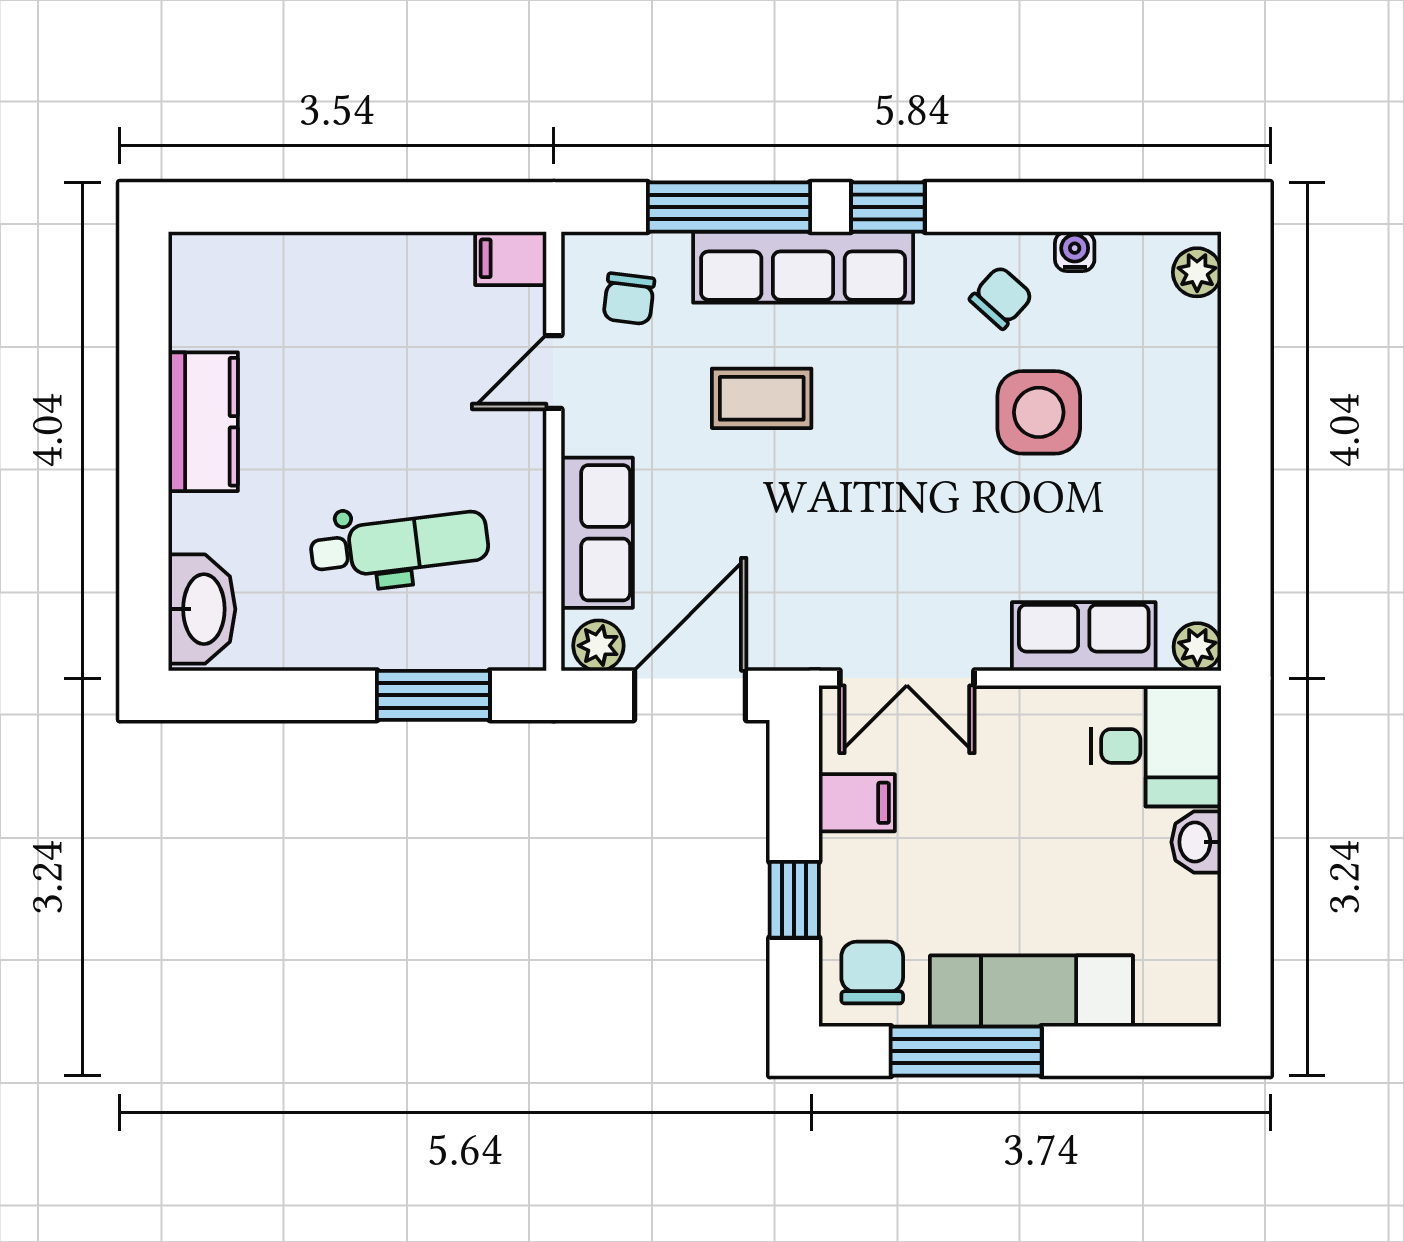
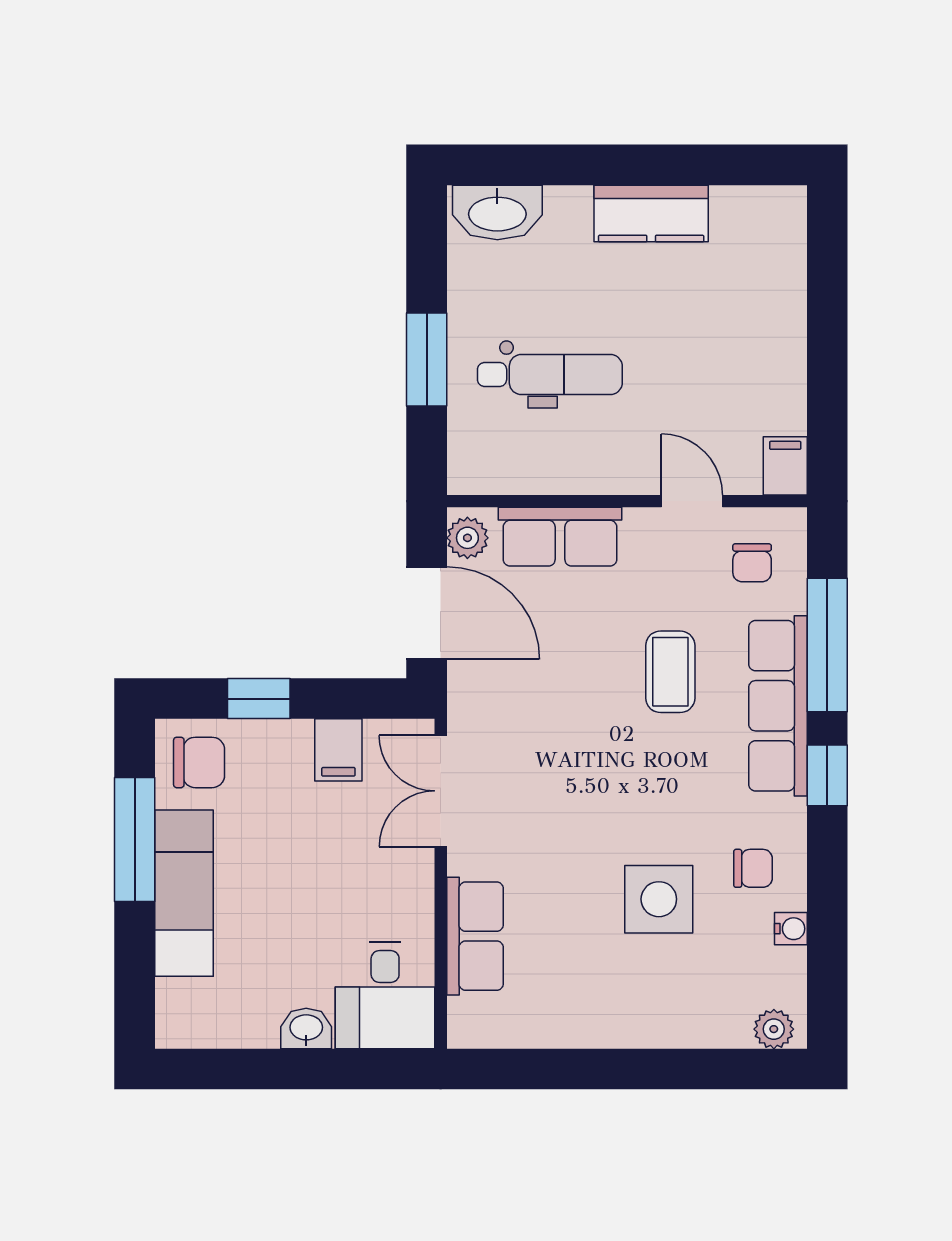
chair: (1001, 298) -> (753, 868), turned -42
chair: (629, 299) -> (752, 563), turned -97
dental chair: (399, 545) -> (550, 374), turned -83
plant: (1197, 647) -> (466, 1029), removed
window: (433, 695) -> (427, 359), moved

